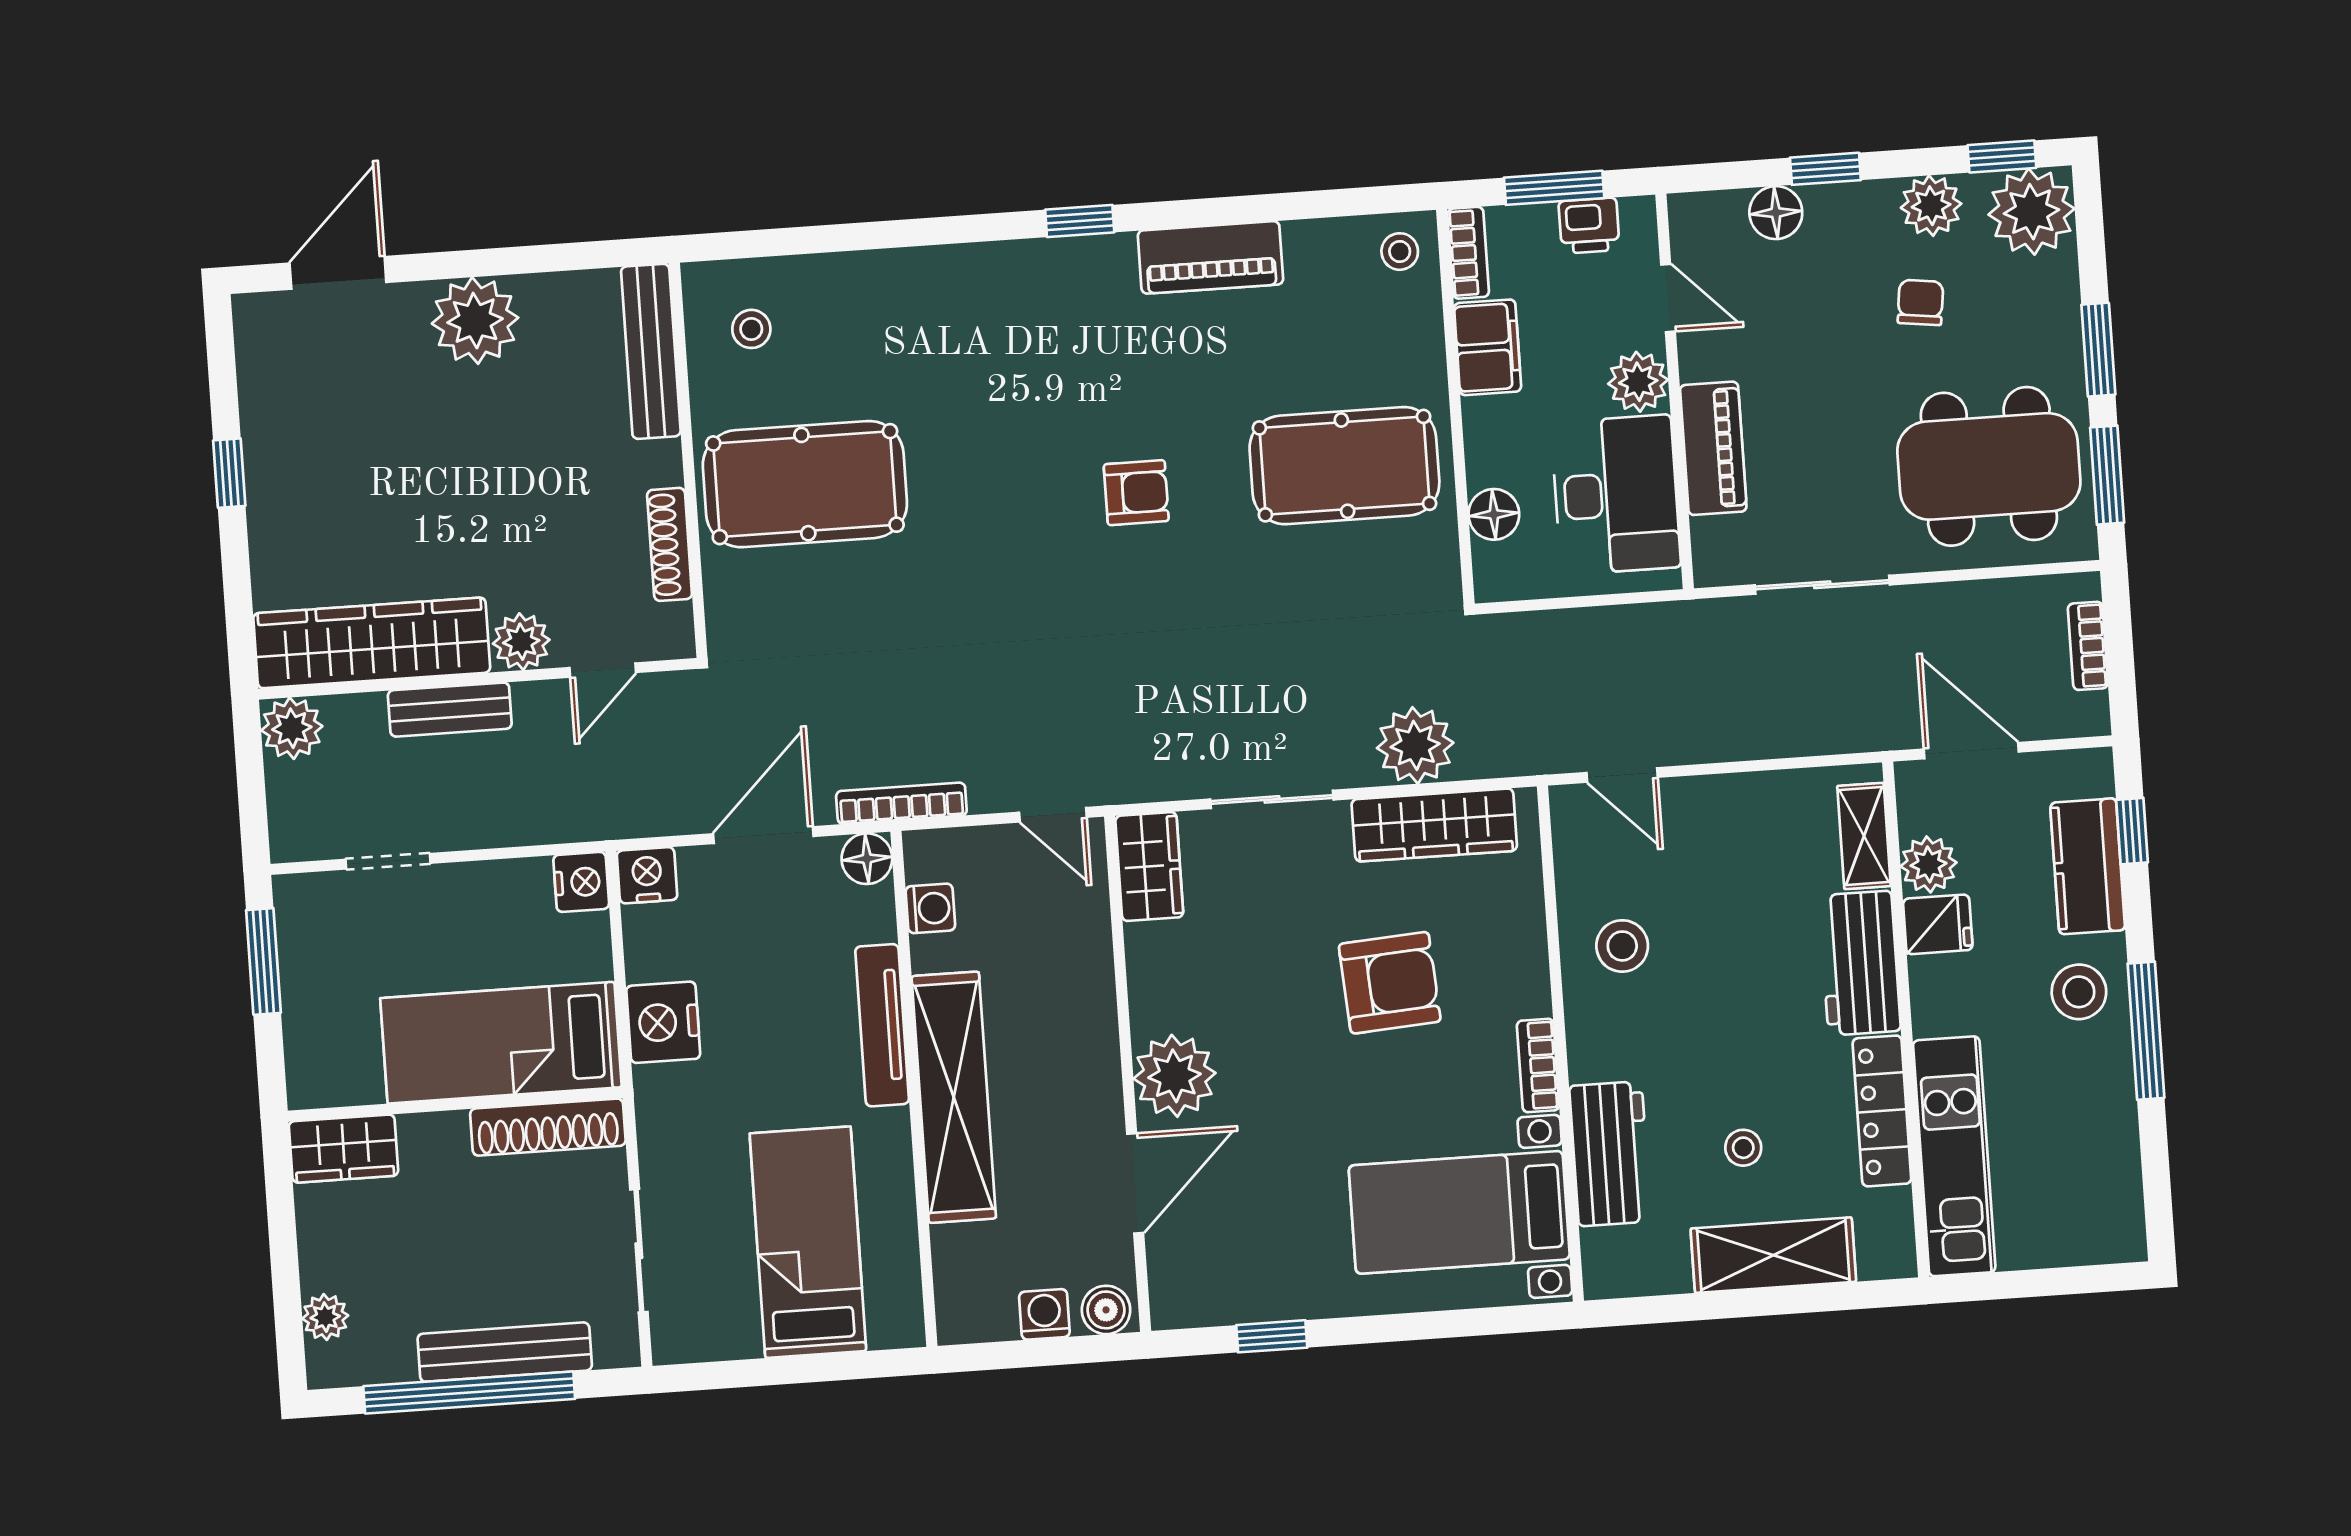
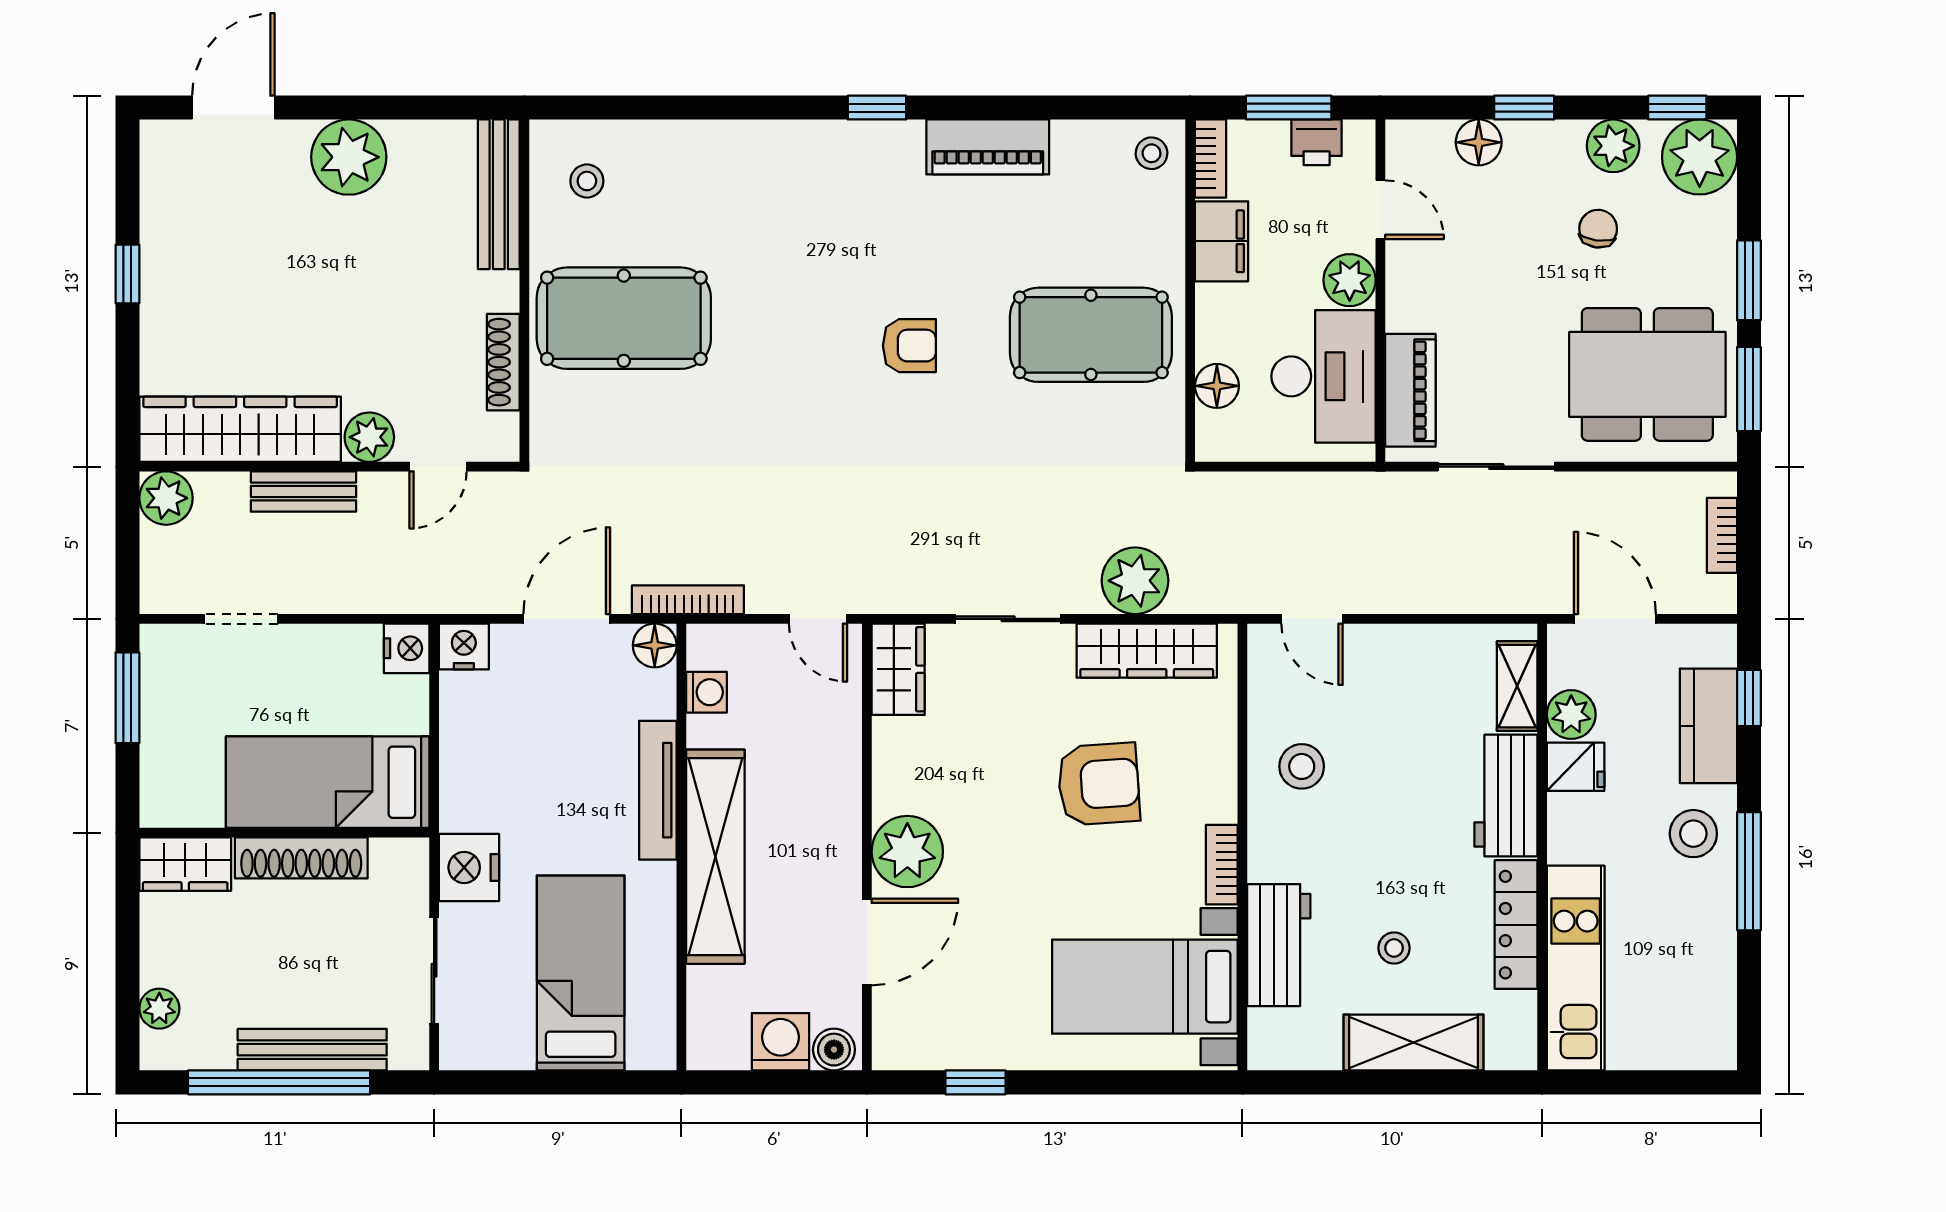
piano: (1713, 448) -> (1410, 390), moved
nightstand: (663, 1022) -> (469, 867), moved
shoe rack: (548, 1127) -> (301, 858), moved
washing machine: (1044, 1314) -> (781, 1042), width x1.38, depth x1.38

